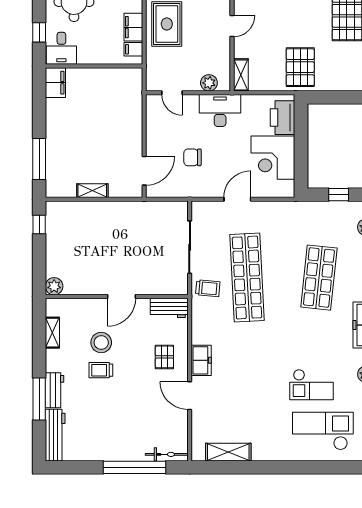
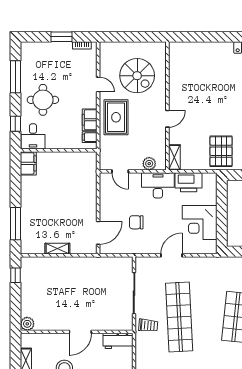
printer: (282, 118) -> (189, 182), moved, turned -90

